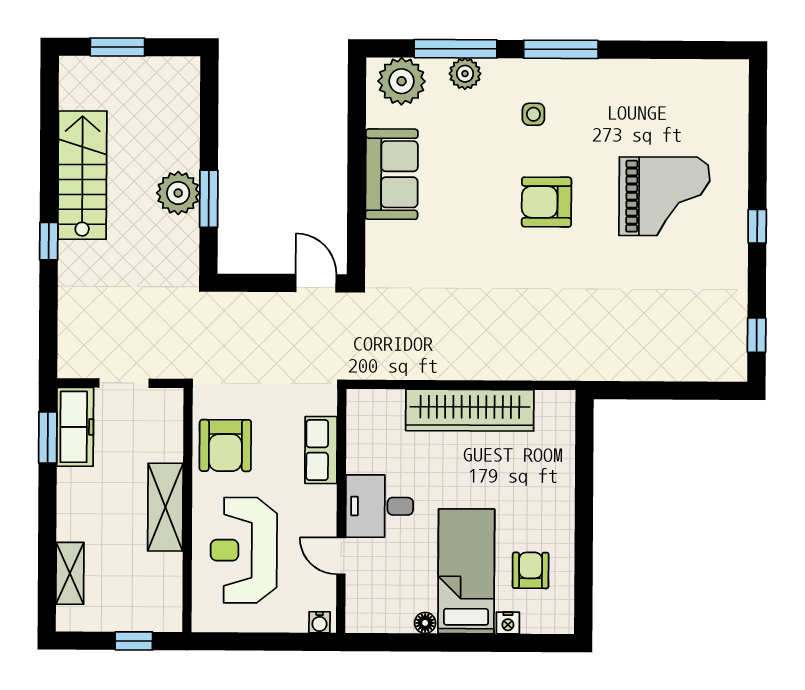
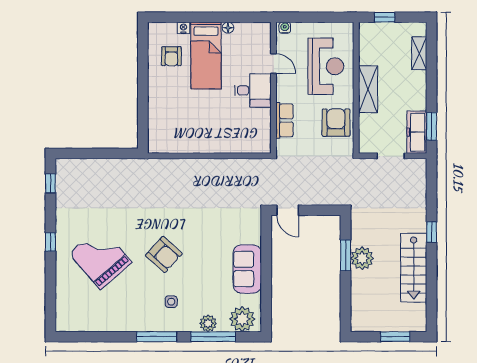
grand piano: (664, 196) -> (100, 258), turned 49
armchair: (547, 202) -> (164, 254), turned 42
wardrobe: (470, 410) -> (205, 142), removed

